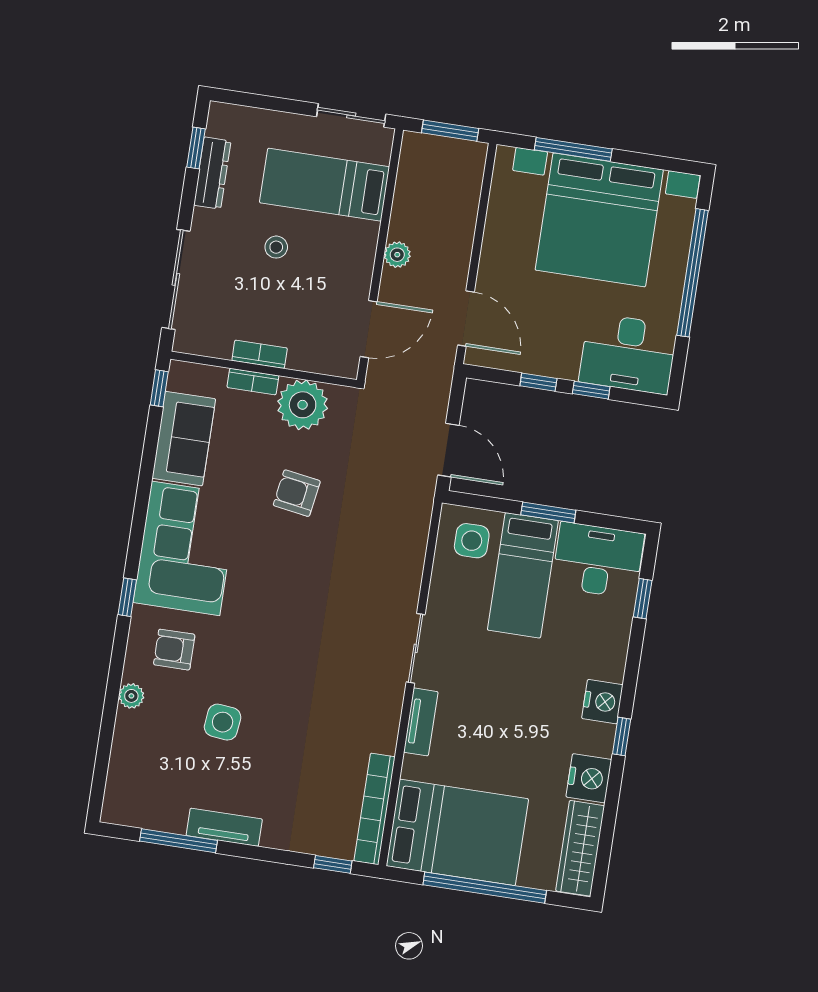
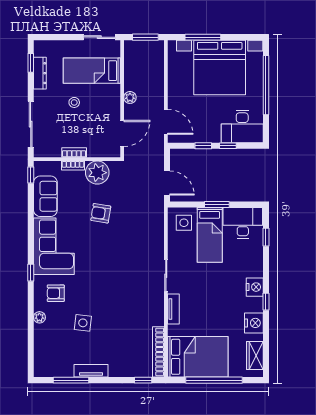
wardrobe: (580, 848) -> (255, 356), width x0.67

